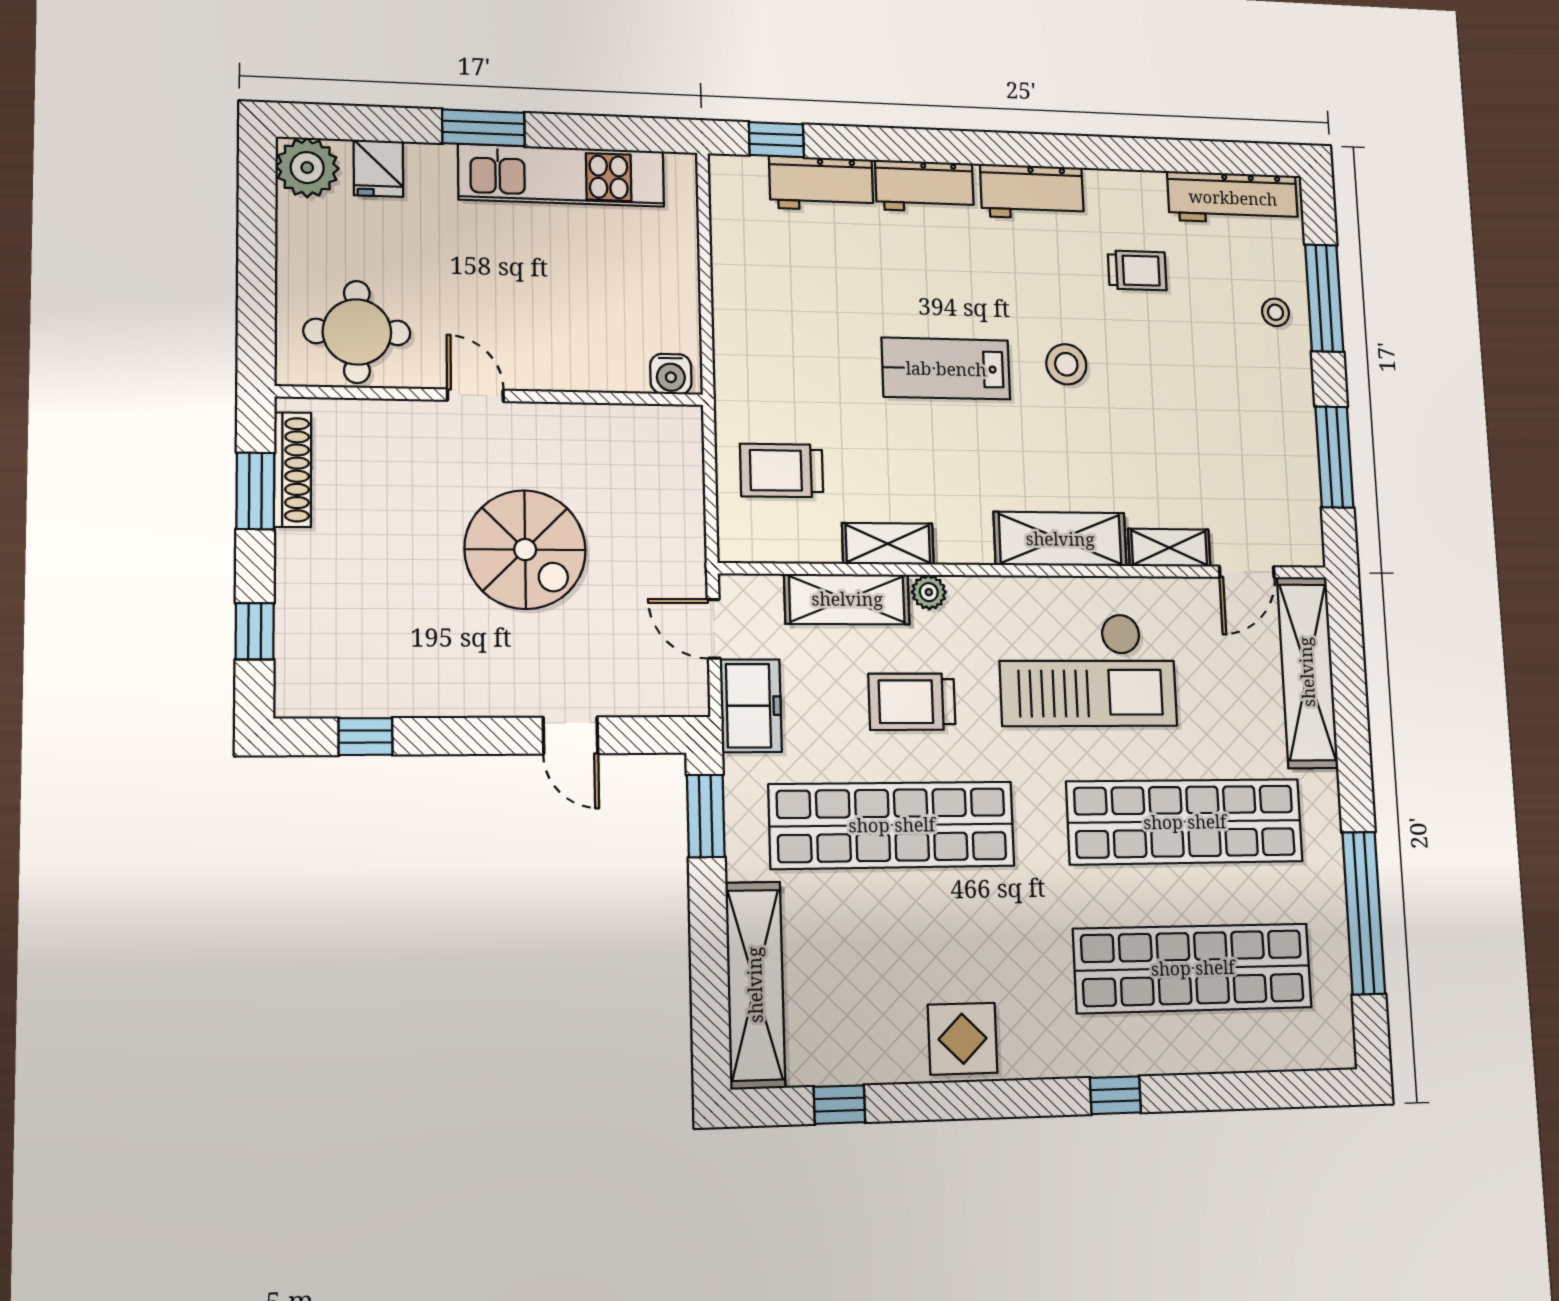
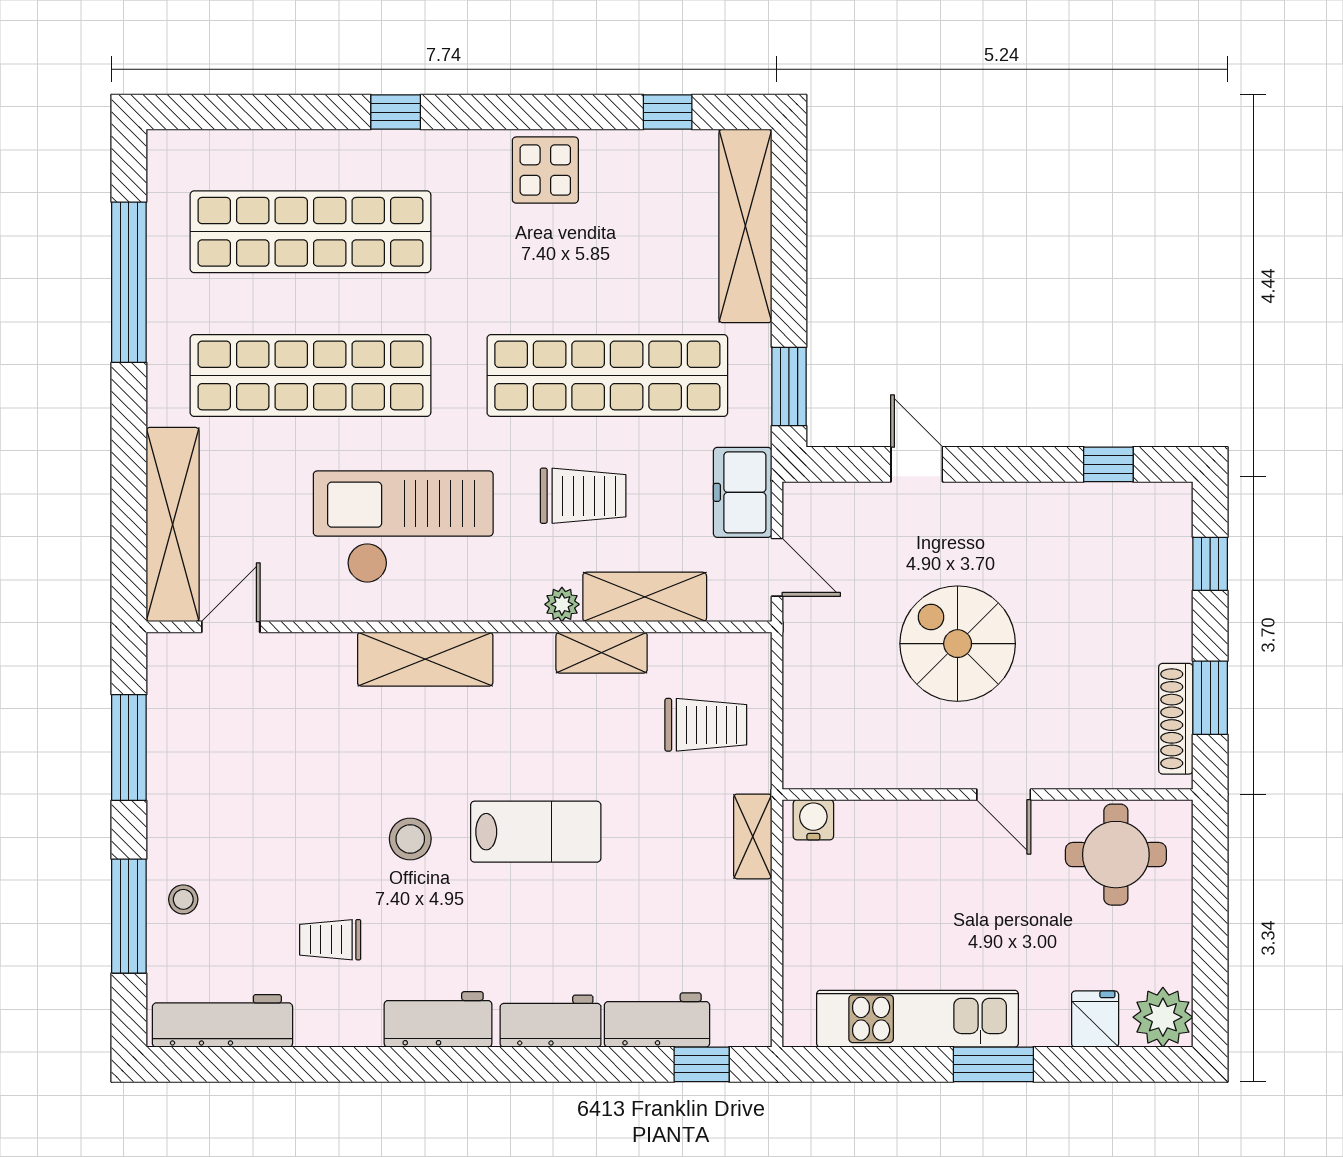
shelving: (1169, 548) -> (753, 836), moved, turned 90

